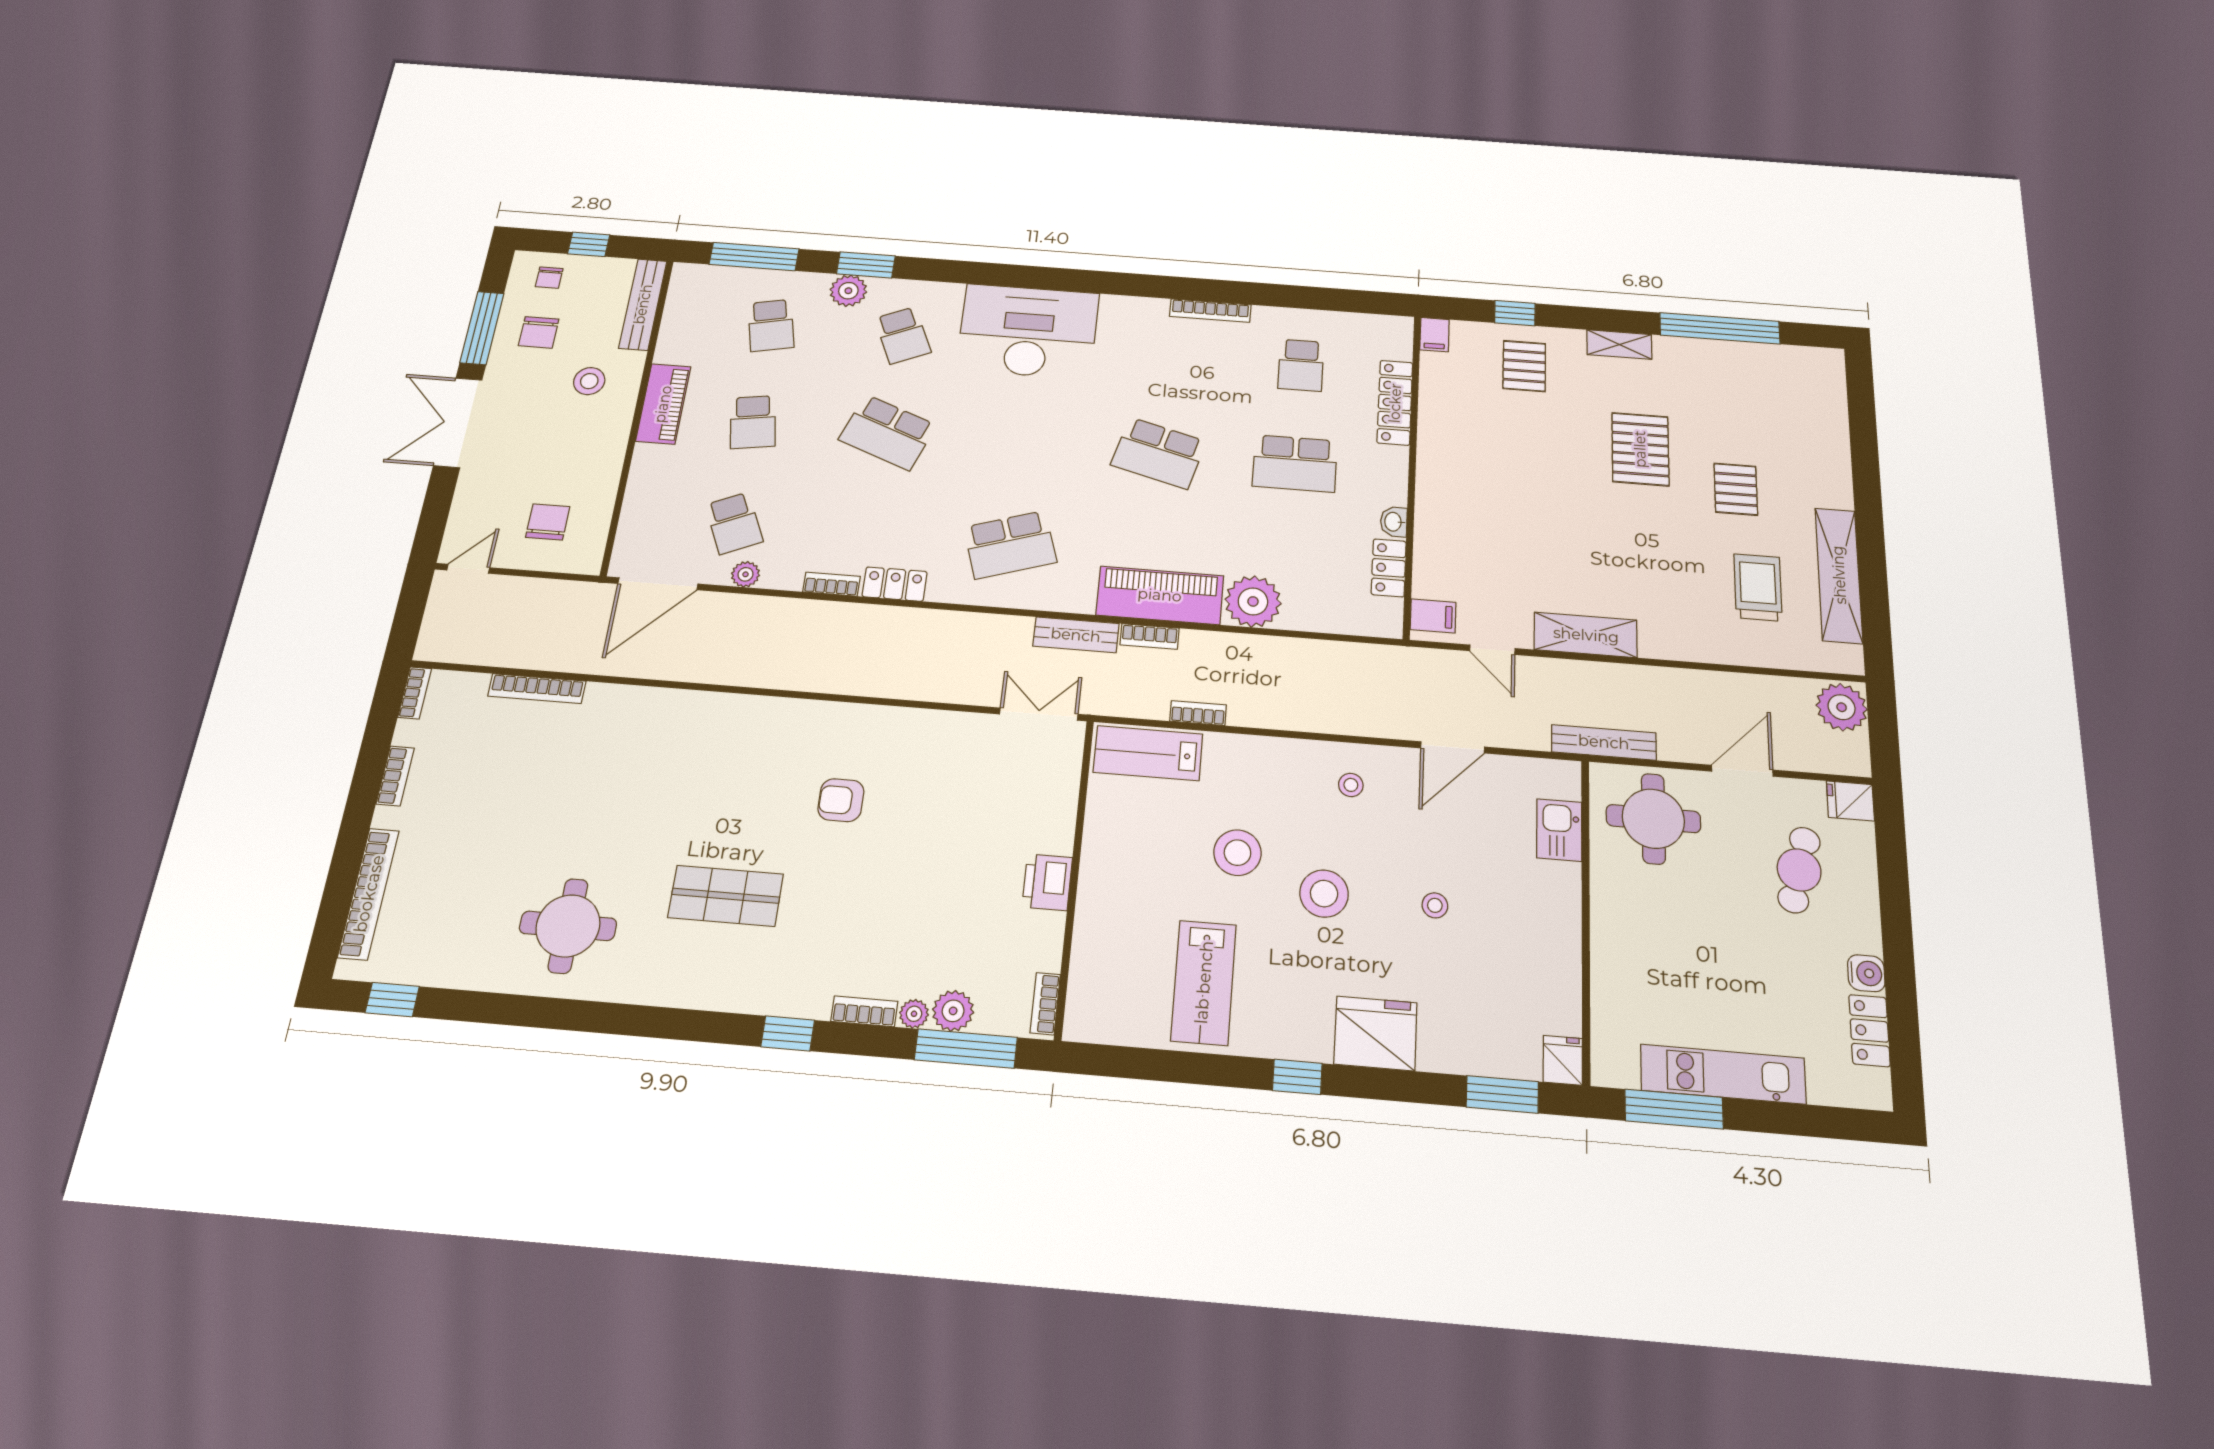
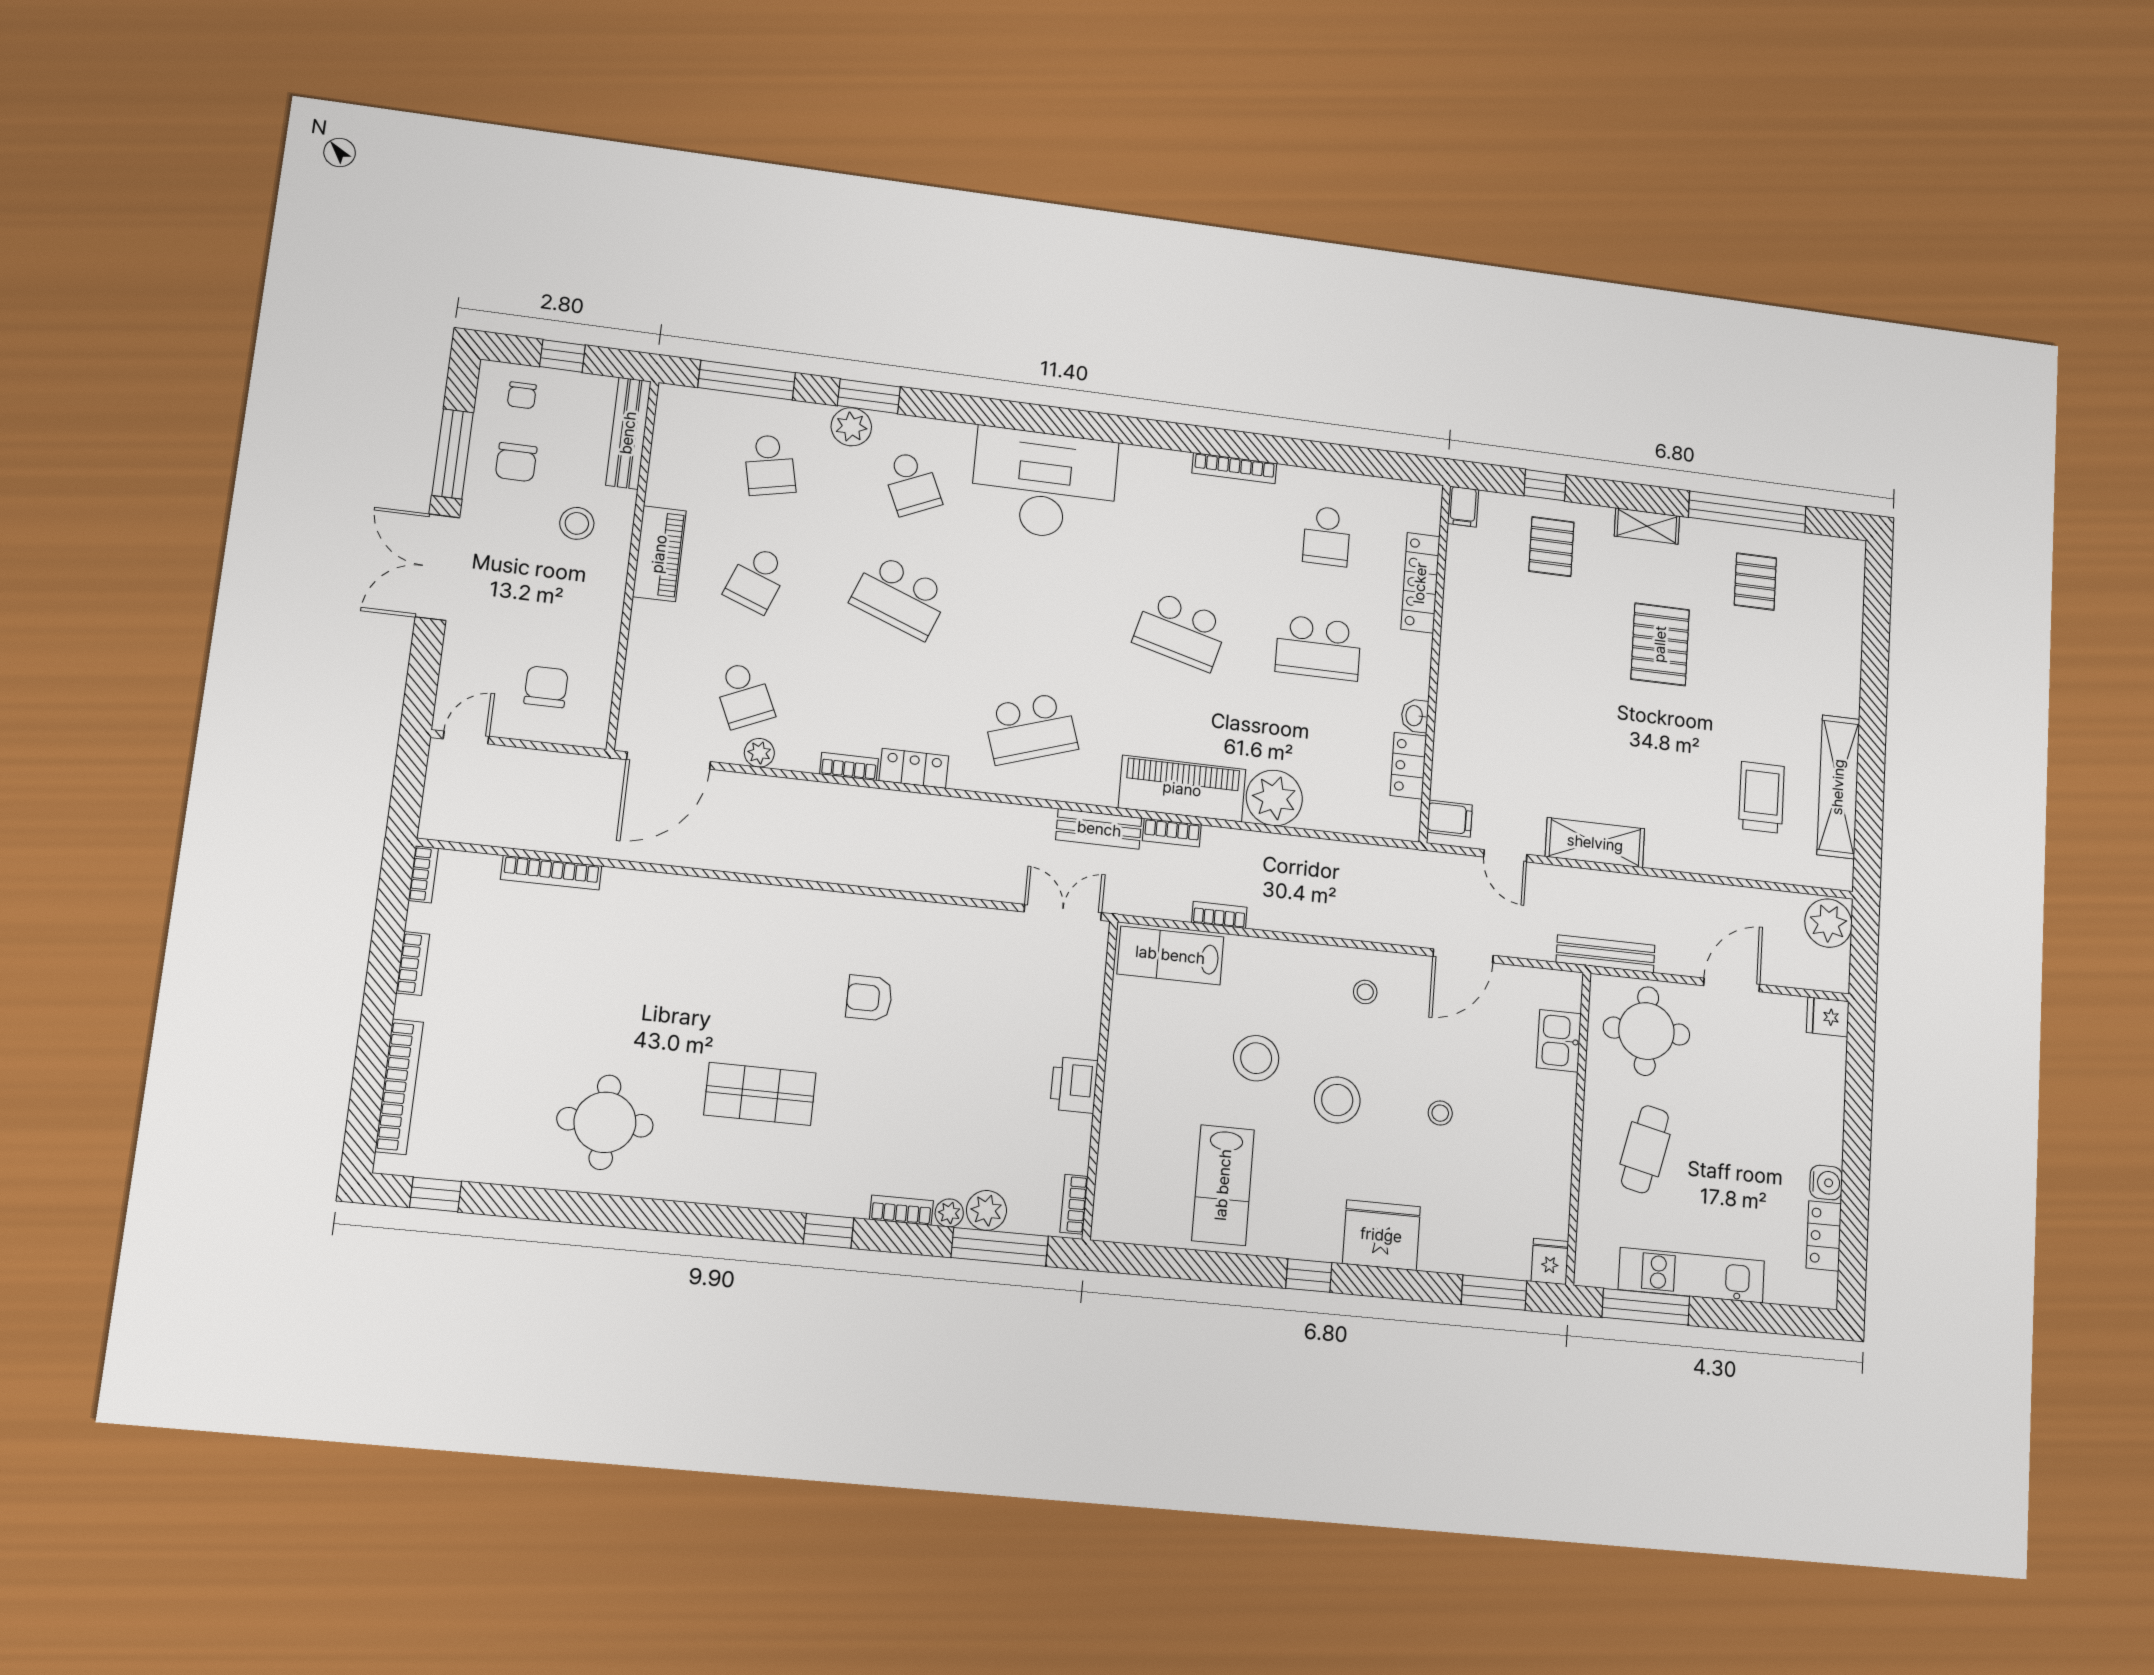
school desk: (753, 422) -> (757, 579), turned 30
pallet: (1736, 489) -> (1755, 582), moved
cafe table: (1799, 870) -> (1645, 1149), moved

